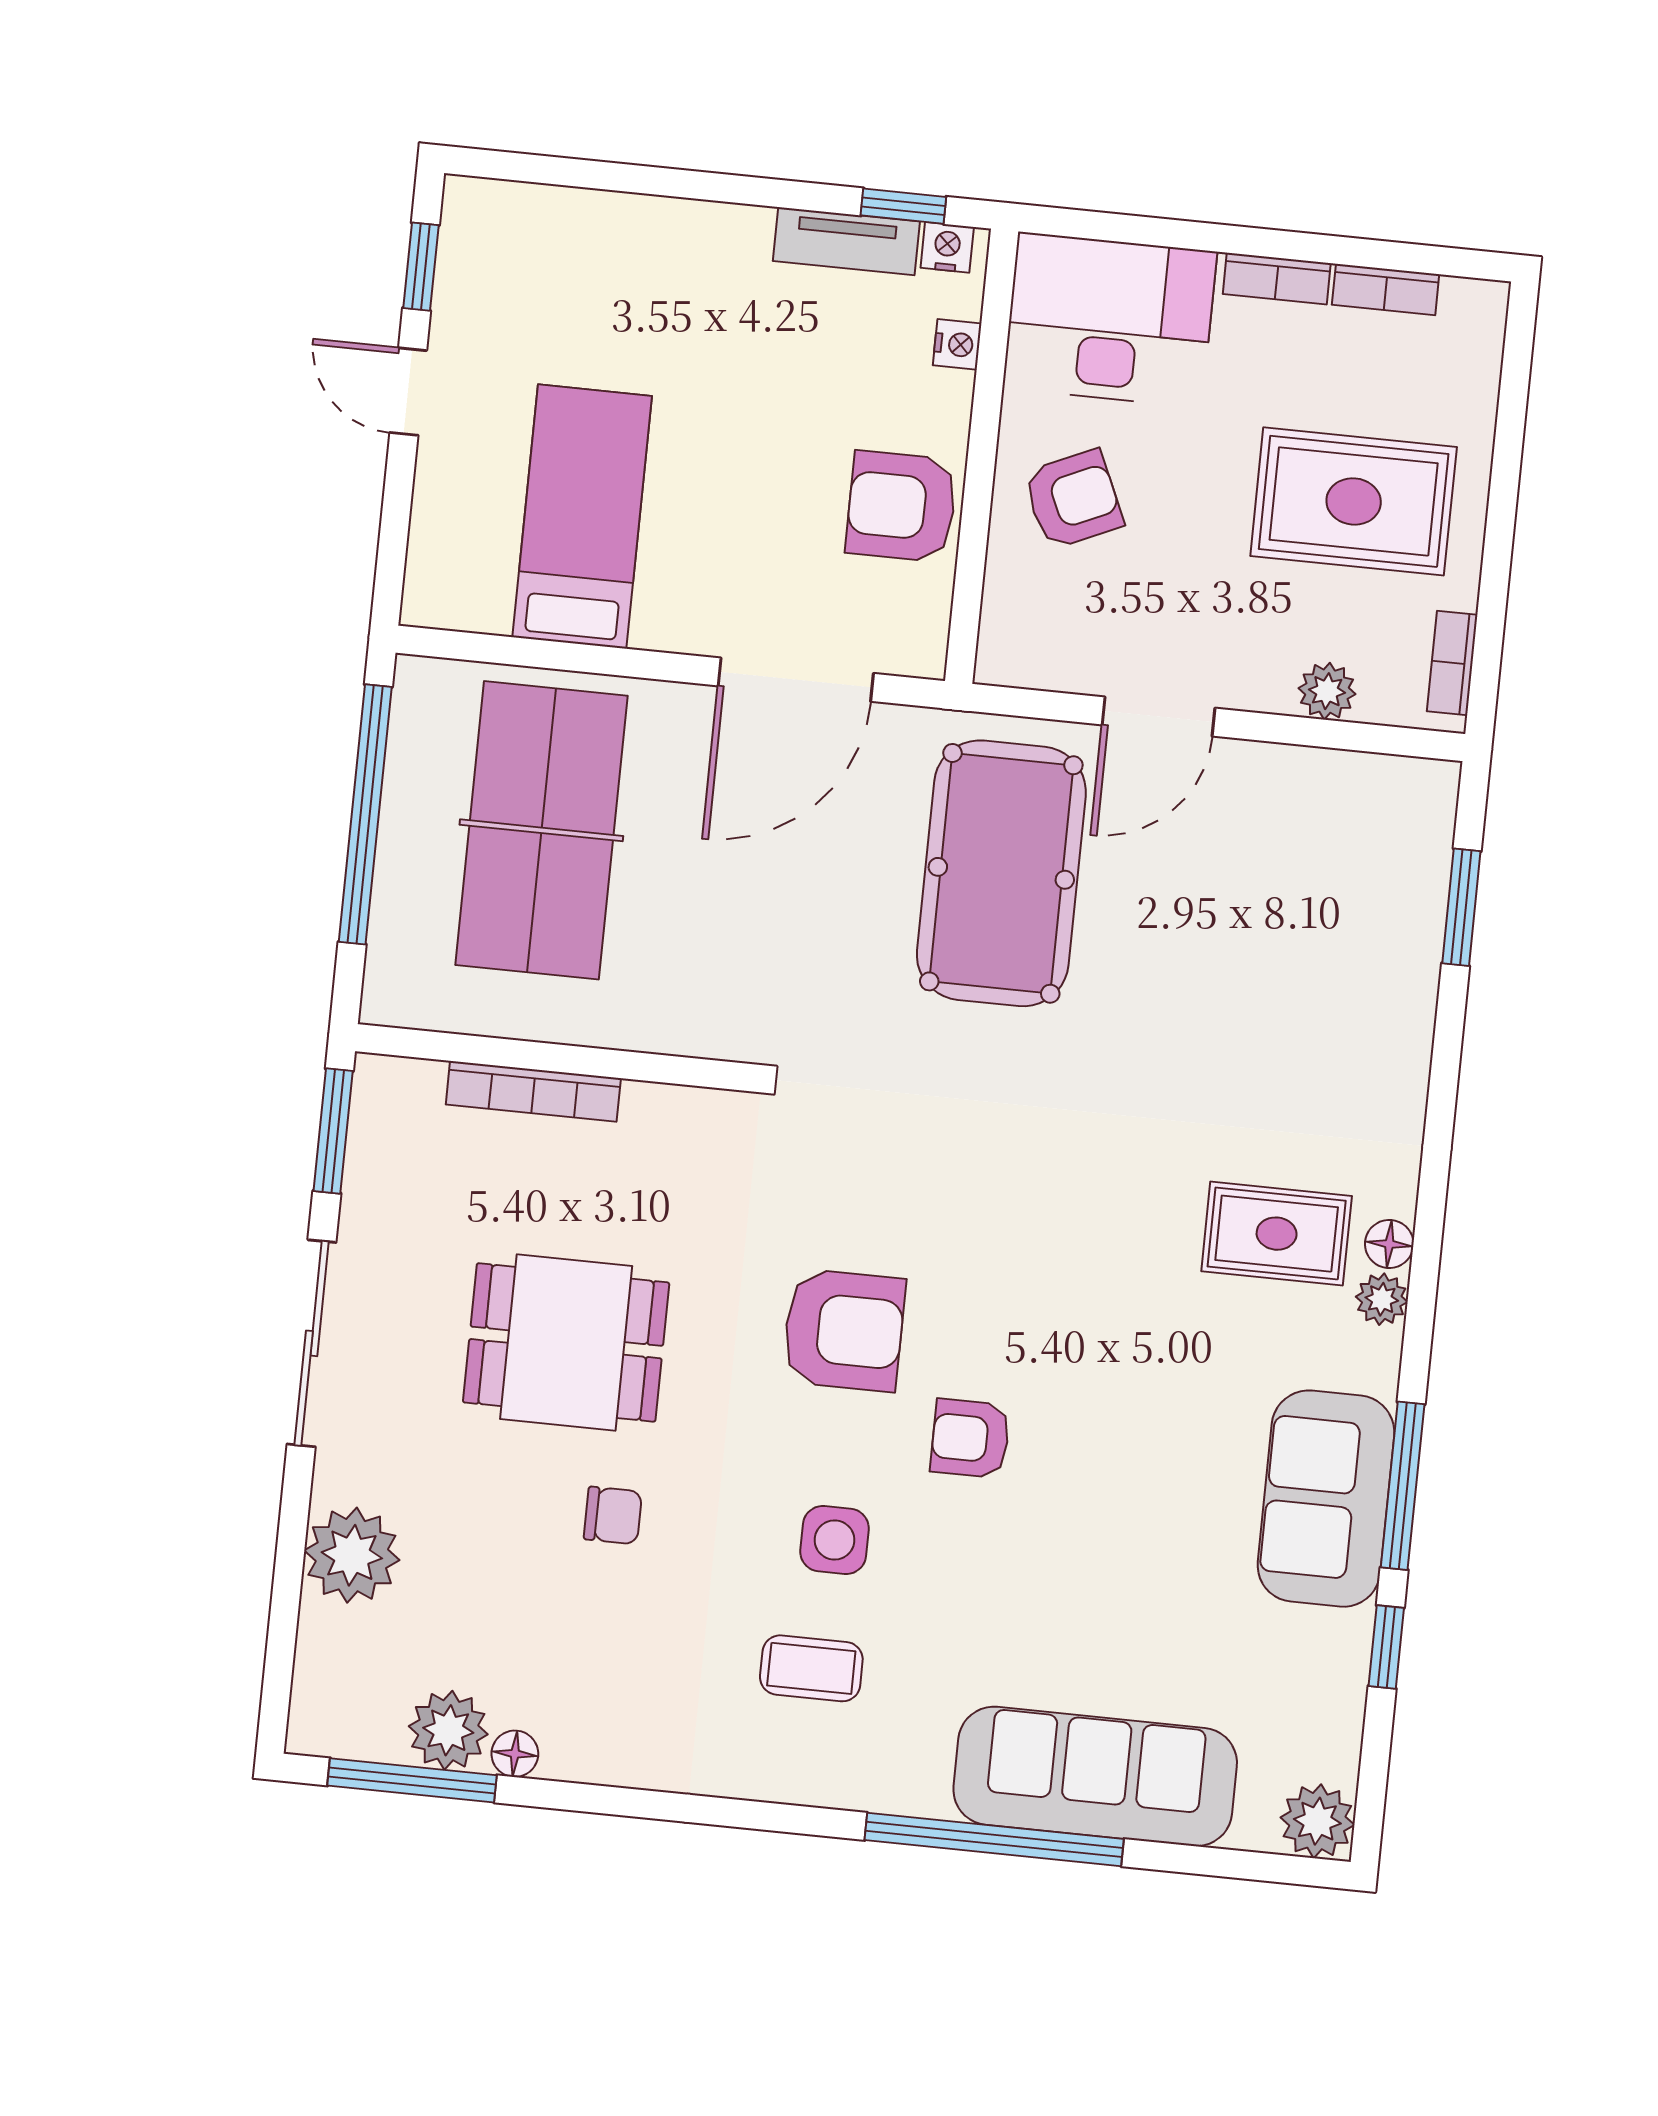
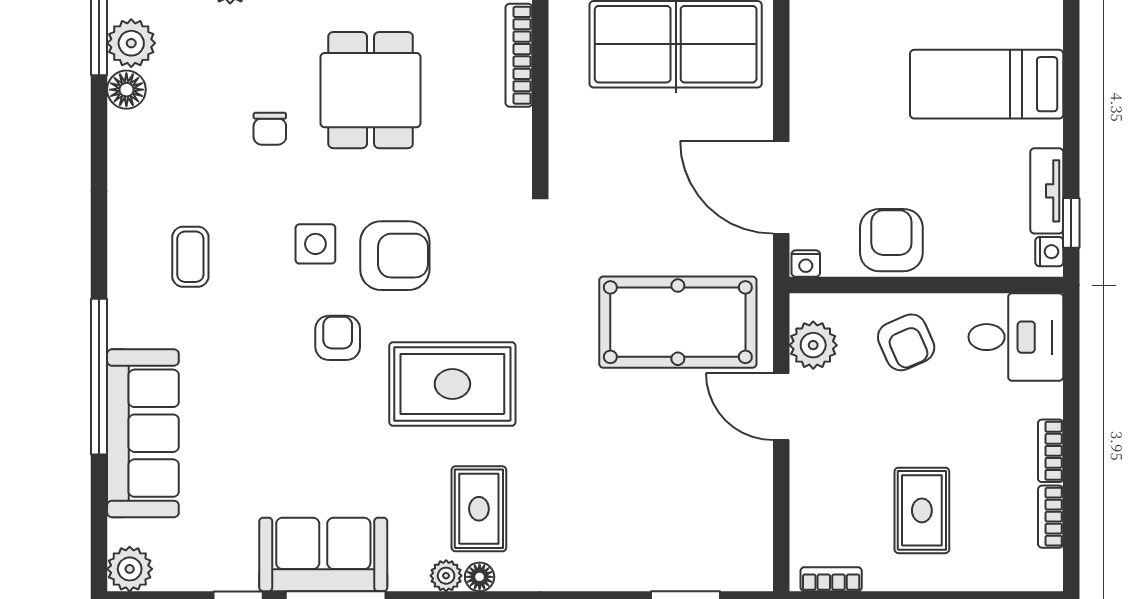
desk: (1110, 320) -> (1016, 337), width x0.73
nightstand: (957, 344) -> (806, 264), moved
rug: (1354, 501) -> (922, 510), width x0.73, depth x0.70
bed: (582, 517) -> (987, 84), moved, turned 180
plant: (1327, 691) -> (813, 345), moved, width x1.38, depth x1.38
rug: (1066, 1256) -> (452, 384), added
armchair: (844, 1330) -> (395, 256), turned -90
side table: (835, 1540) -> (315, 244), moved
floor lamp: (515, 1754) -> (126, 90), width x1.37, depth x1.37

